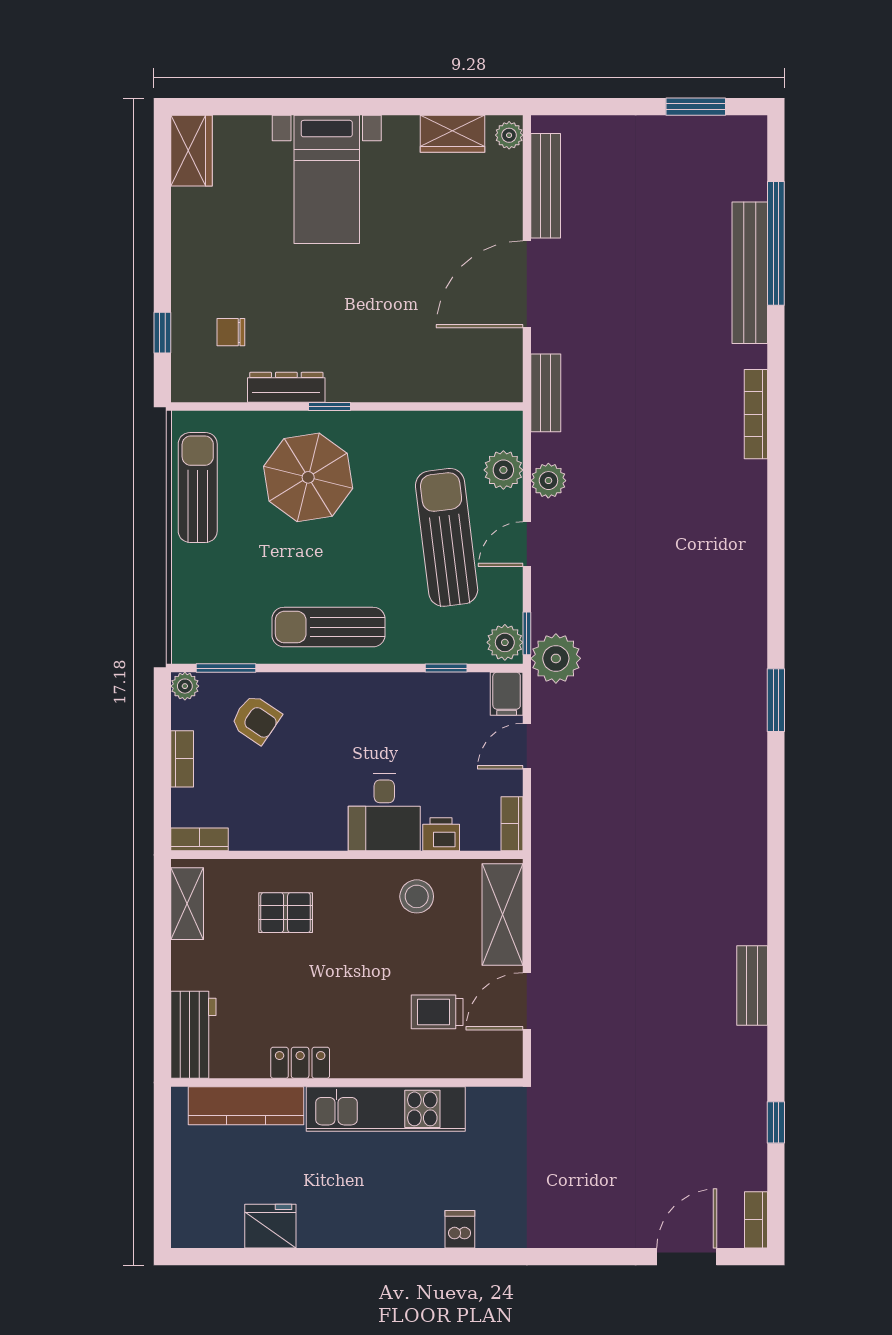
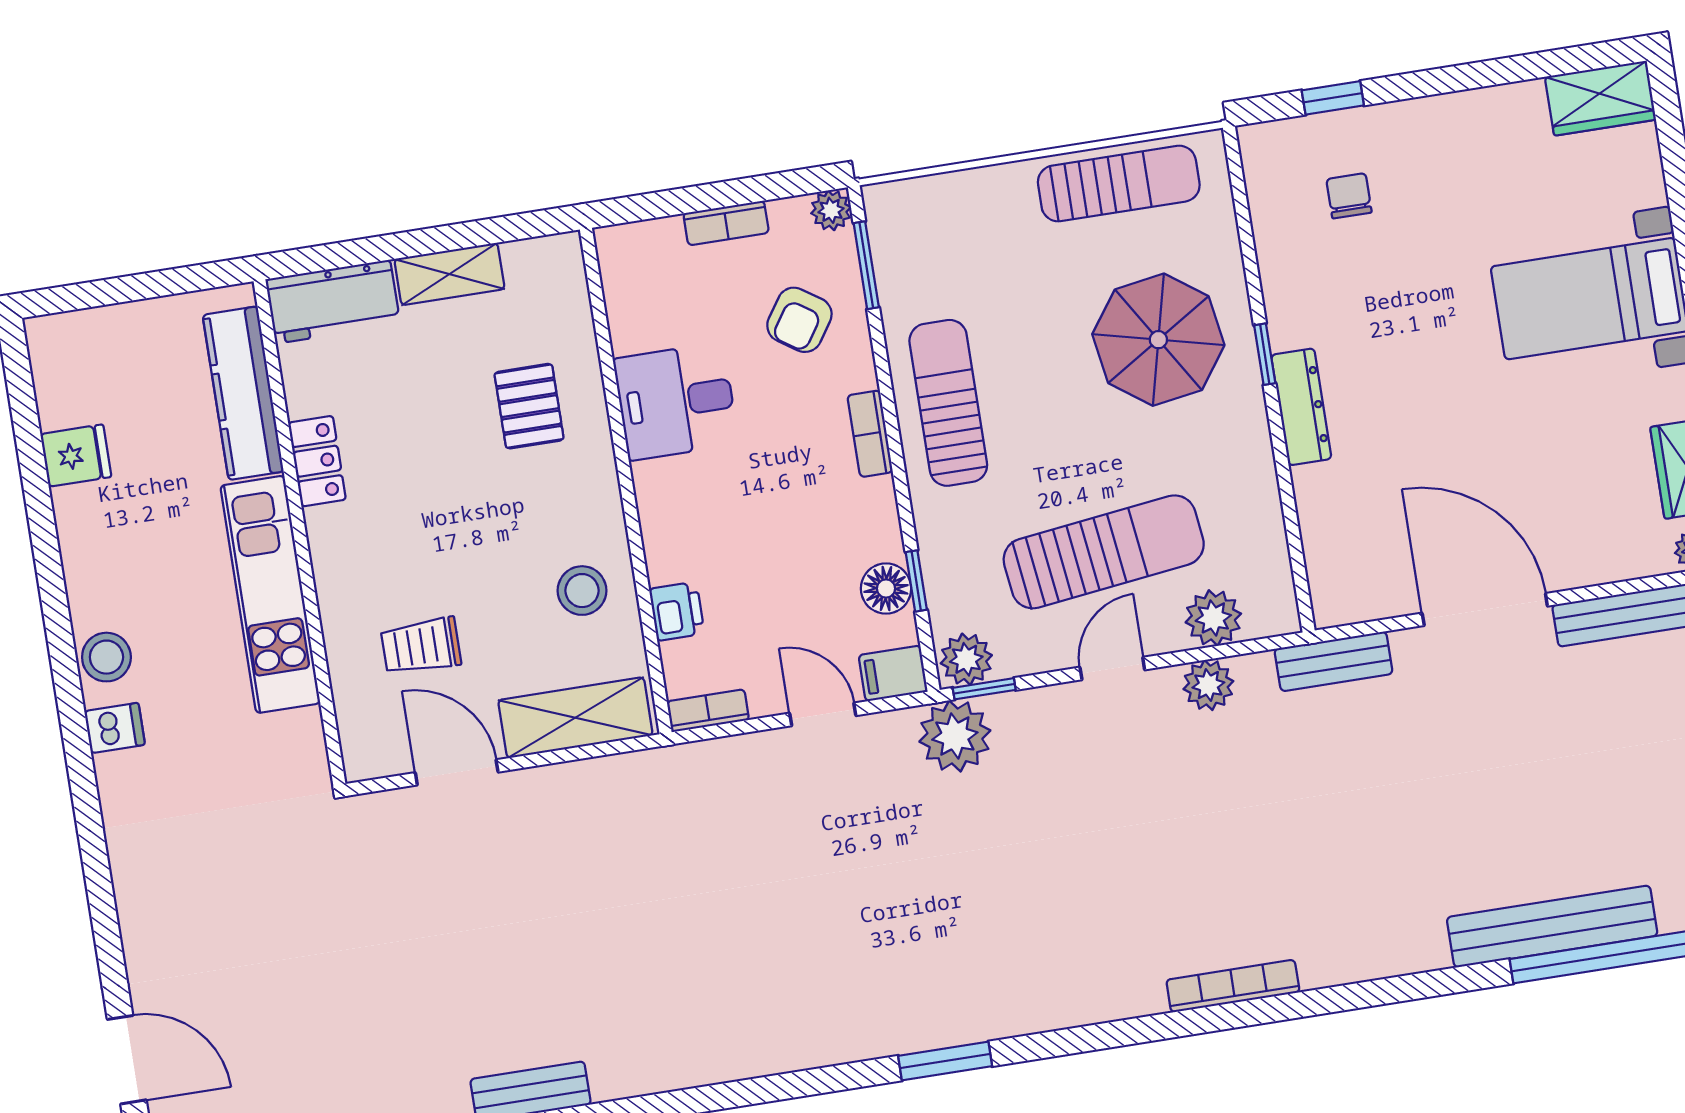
dresser: (286, 387) -> (1301, 407), moved
bookcase: (756, 414) -> (1233, 986), moved
door: (527, 544) -> (1112, 669), hinge flipped
floor lamp: (448, 689) -> (886, 589), added
desk: (384, 812) -> (676, 401), moved
bookcase: (200, 839) -> (870, 434), moved, turned 180
shelving: (187, 904) -> (449, 274), moved
trolley: (437, 1012) -> (421, 646), turned -90
fridge: (270, 1226) -> (76, 456), width x0.72
stool: (411, 1227) -> (106, 657), added

